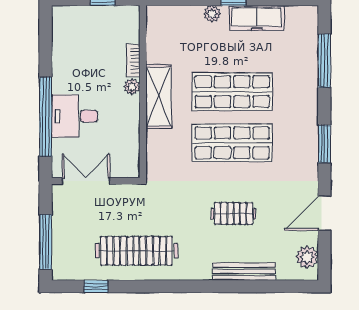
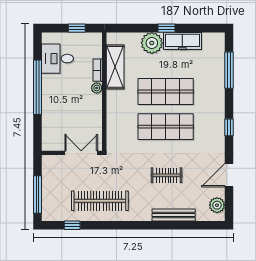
plant: (212, 14) -> (152, 43), width x1.88, depth x1.88
shelving: (159, 97) -> (115, 67), moved
desk: (75, 116) -> (57, 59), moved
window: (46, 117) -> (37, 87), moved
window: (324, 144) -> (229, 127), width x0.67
double door: (86, 181) -> (81, 153), moved

